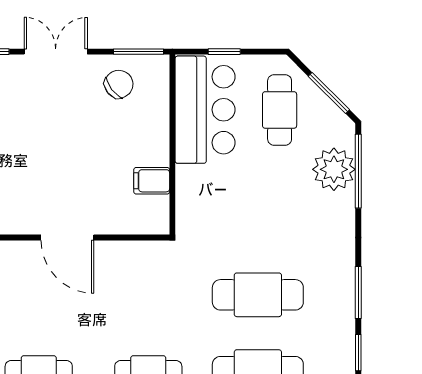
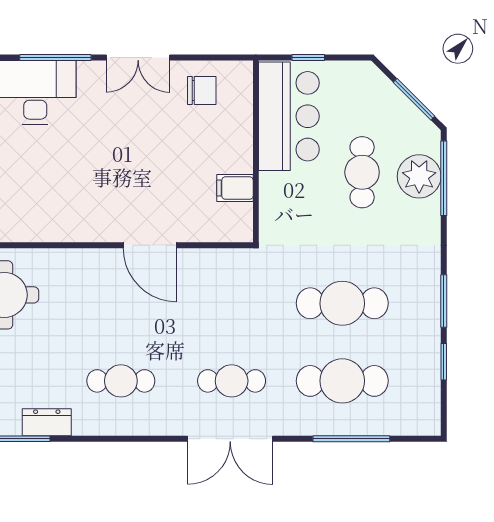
double door: (56, 52) -> (138, 58), swing flipped
window: (139, 52) -> (222, 58), removed
chair: (119, 84) -> (202, 90), turned 38
cafe table: (280, 110) -> (362, 172), moved

